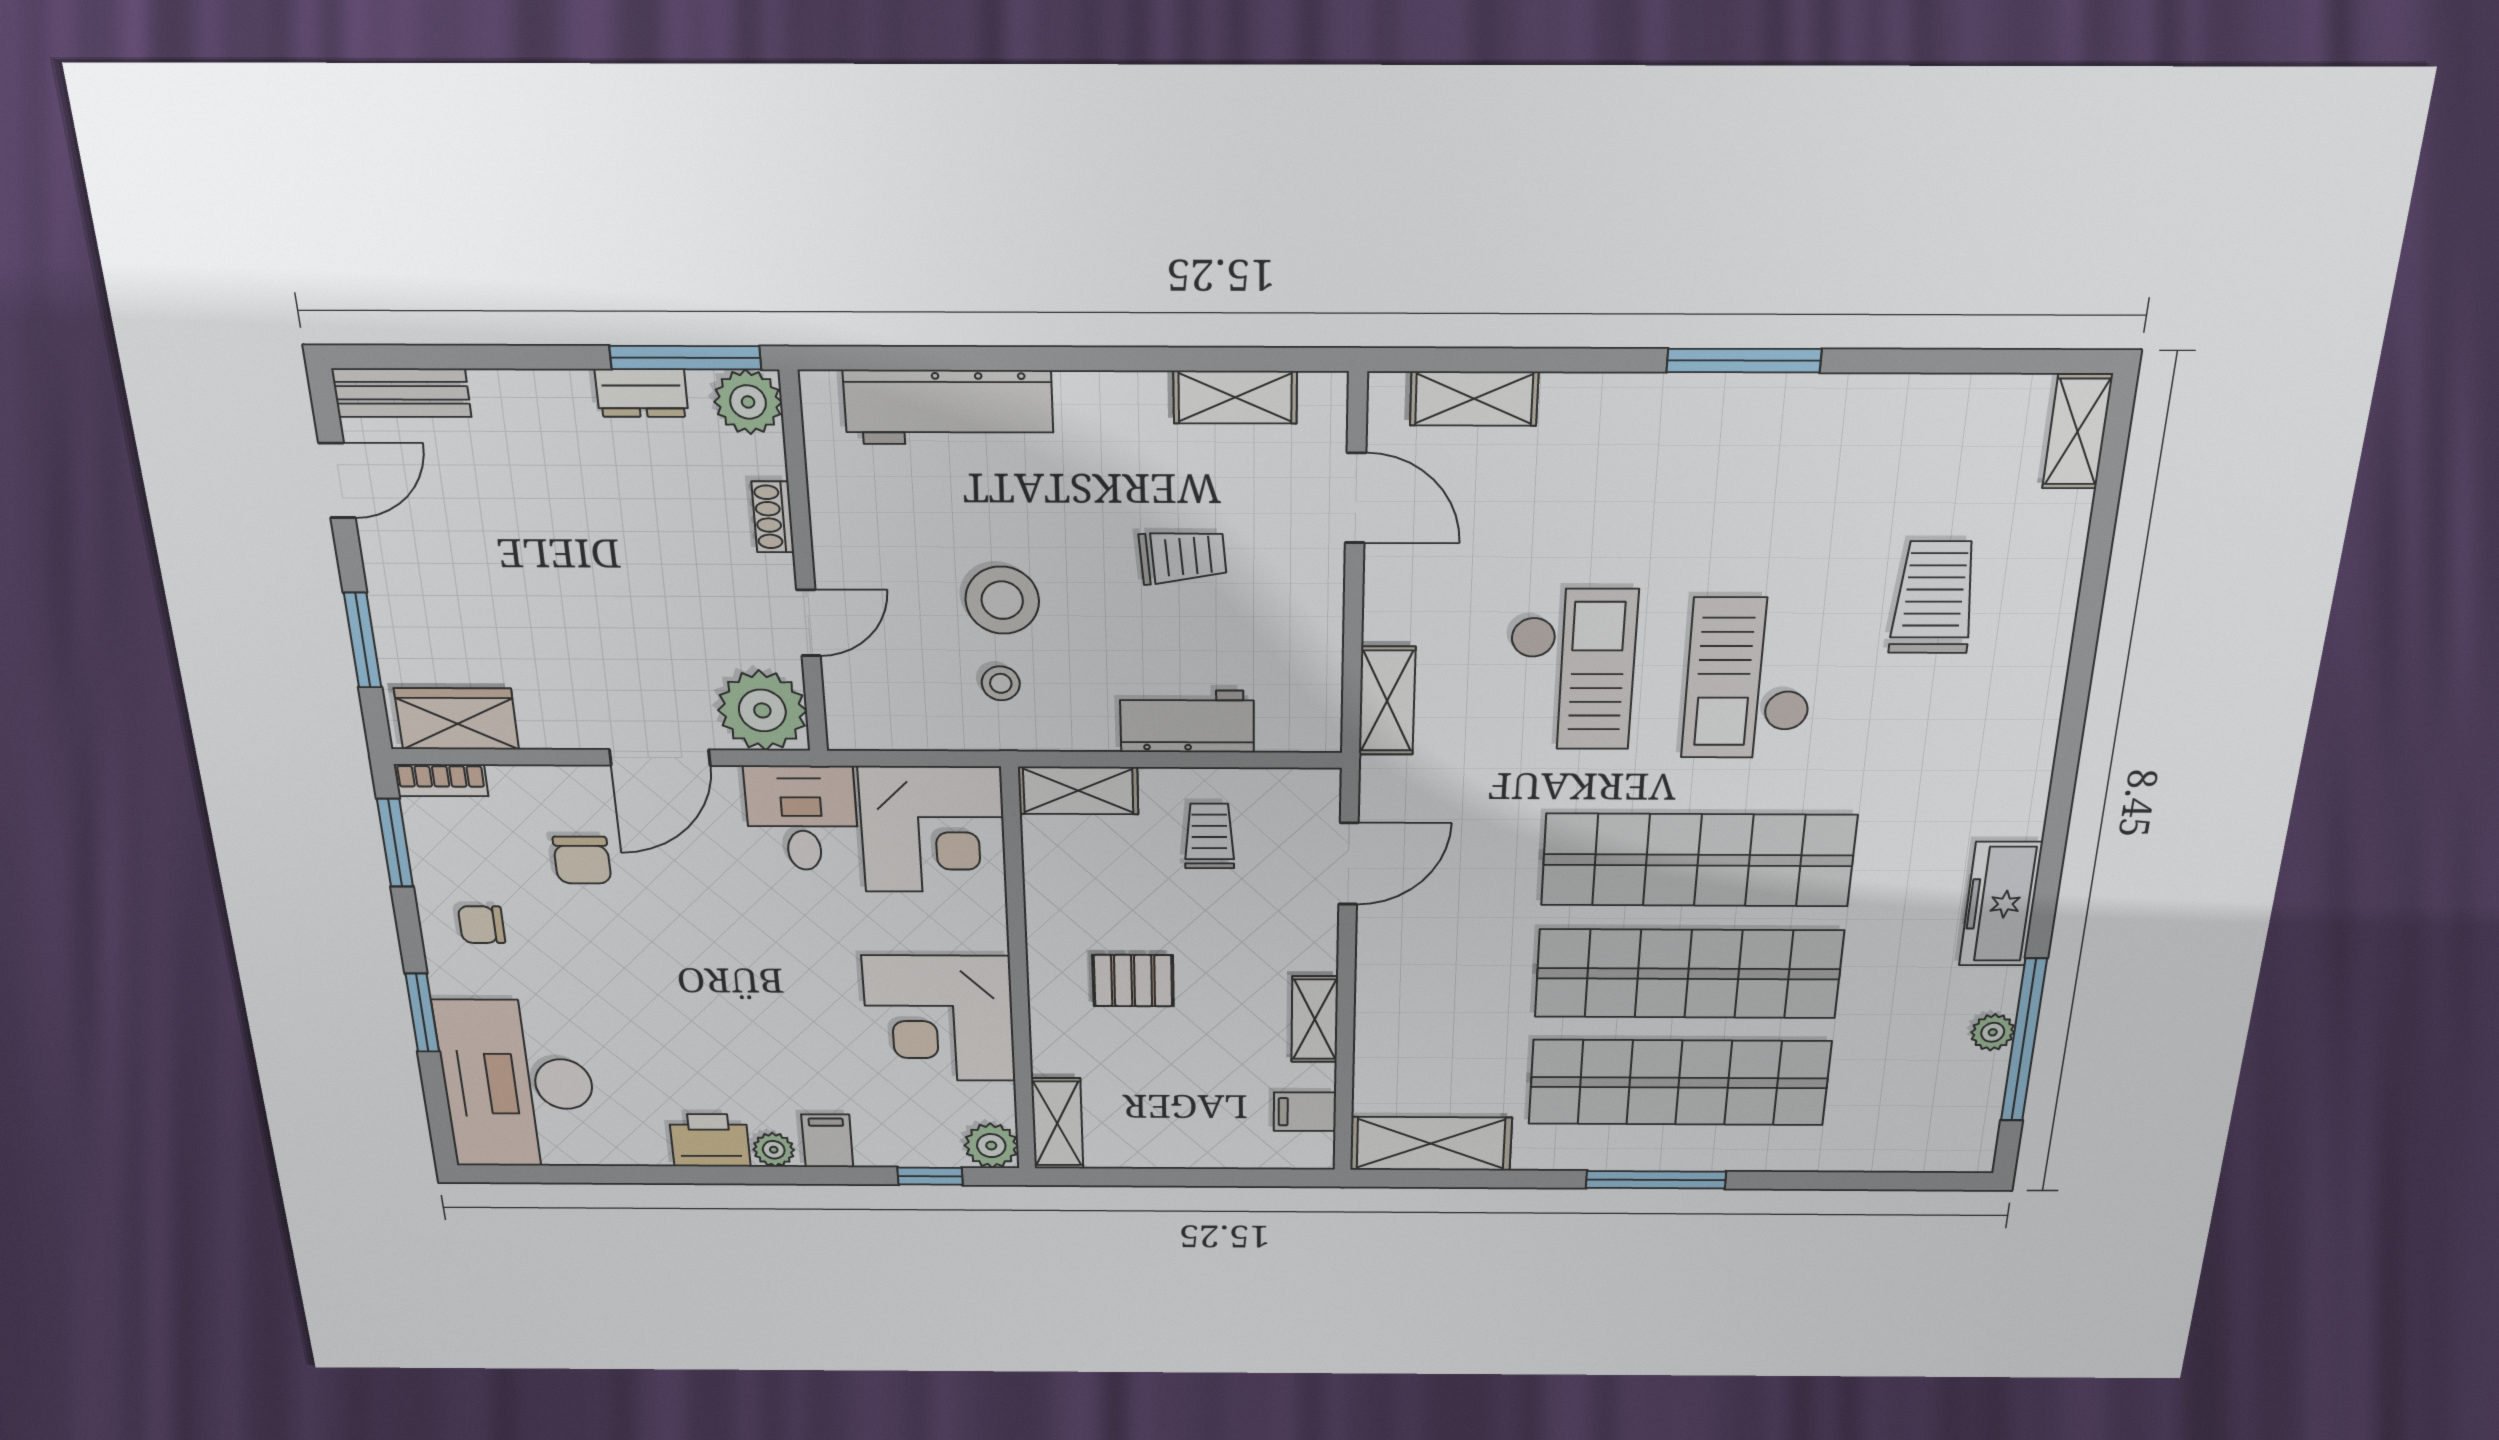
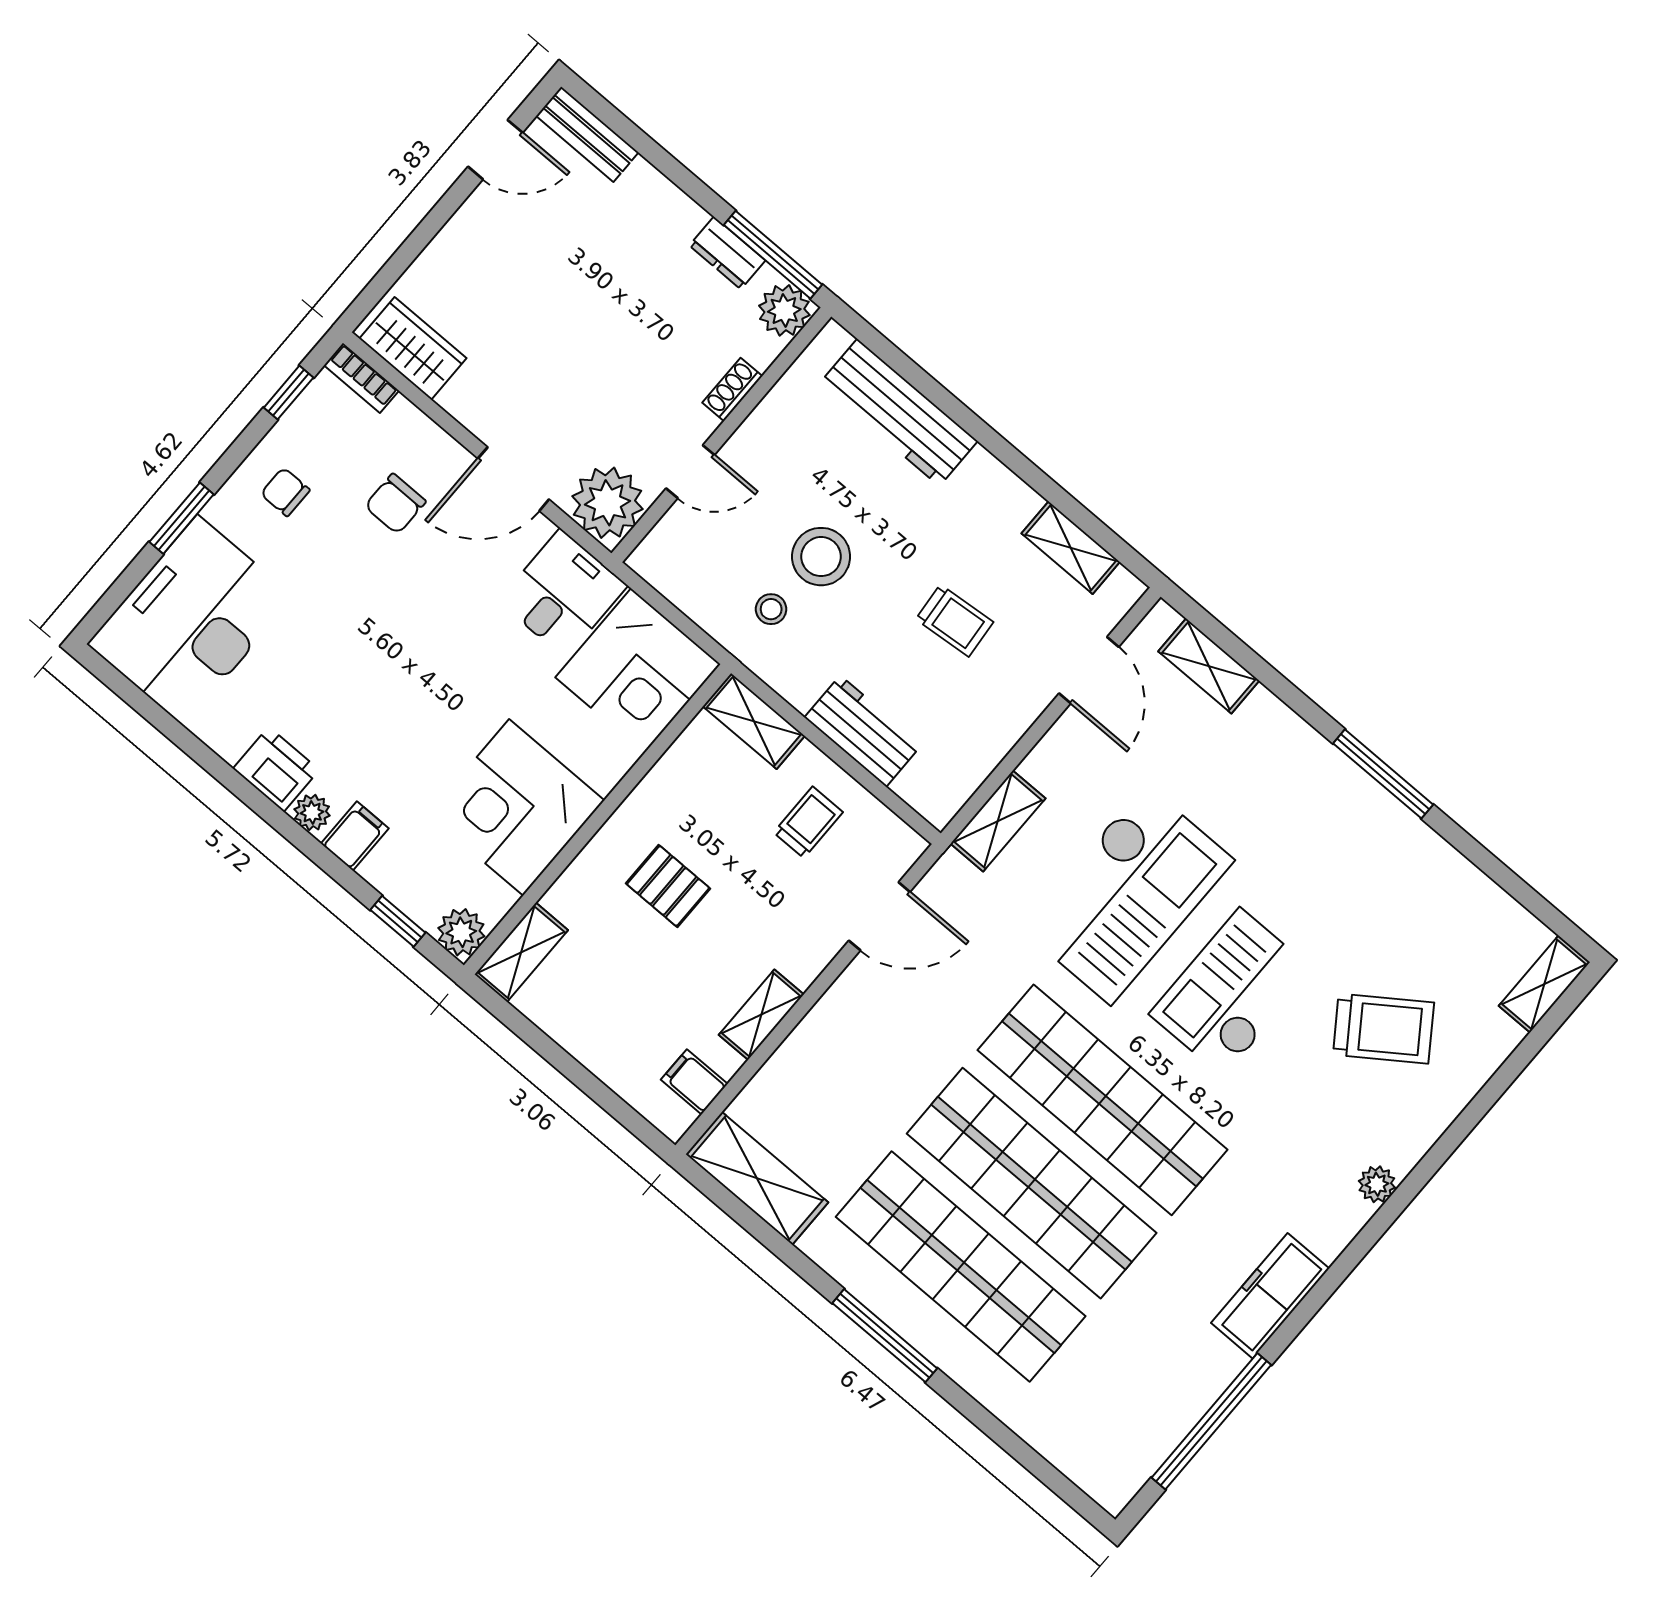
trolley: (1934, 597) -> (1384, 1029), turned 55
window: (363, 640) -> (408, 253), removed
checkout: (1571, 670) -> (1128, 894), width x1.36, depth x1.21
window: (395, 843) -> (289, 393), width x0.67
plant: (1993, 1032) -> (1377, 1184), moved

